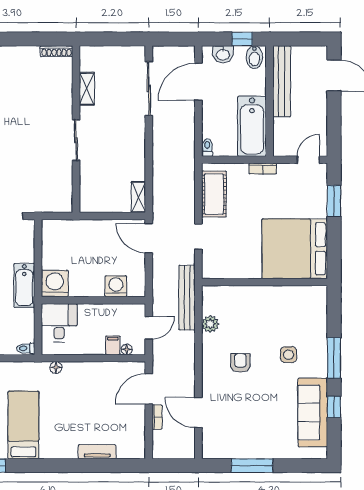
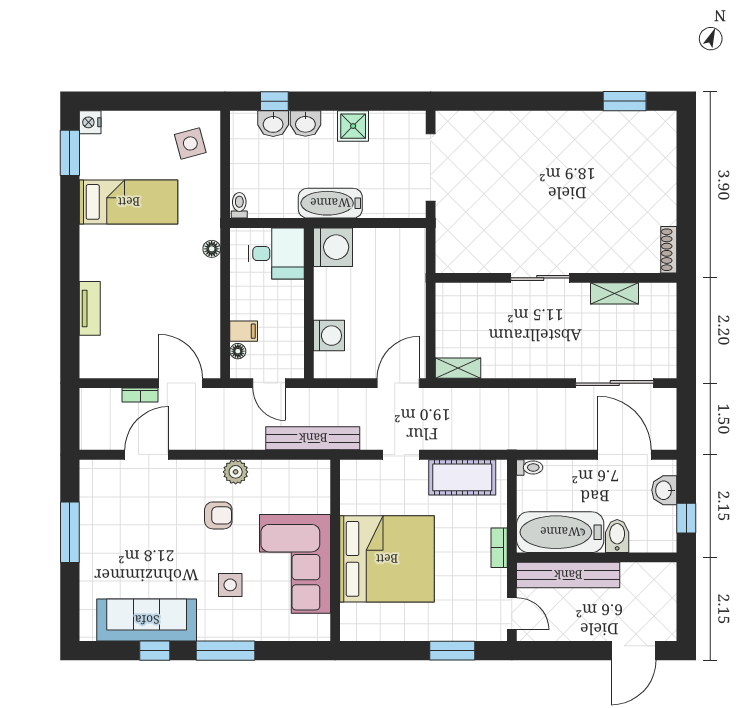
bidet: (254, 57) -> (617, 536), moved, turned 90
bench: (282, 81) -> (568, 575), moved
bed: (295, 249) -> (387, 559), moved, turned 90
corner sofa: (274, 310) -> (295, 564), added
plant: (210, 324) -> (236, 472), moved

